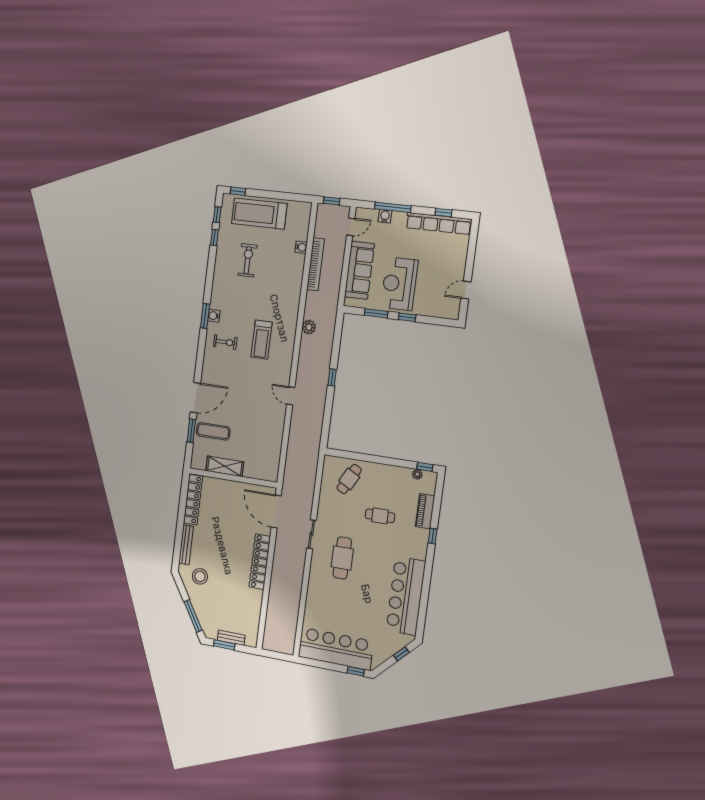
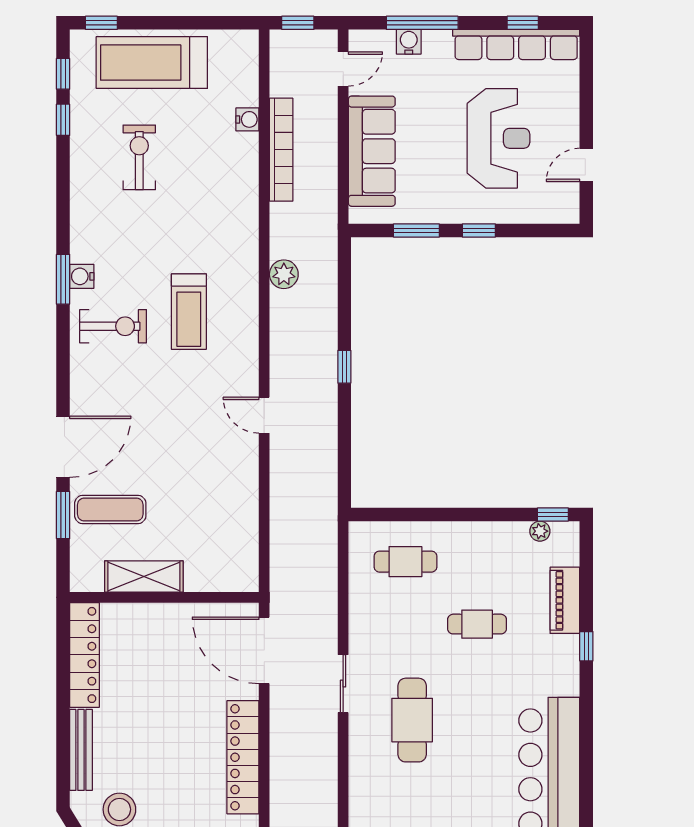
reception desk: (399, 284) -> (498, 138), moved, turned 180
exercise bike: (225, 342) -> (113, 326), width x1.38, depth x1.39
cafe table: (349, 479) -> (405, 562), turned 62

